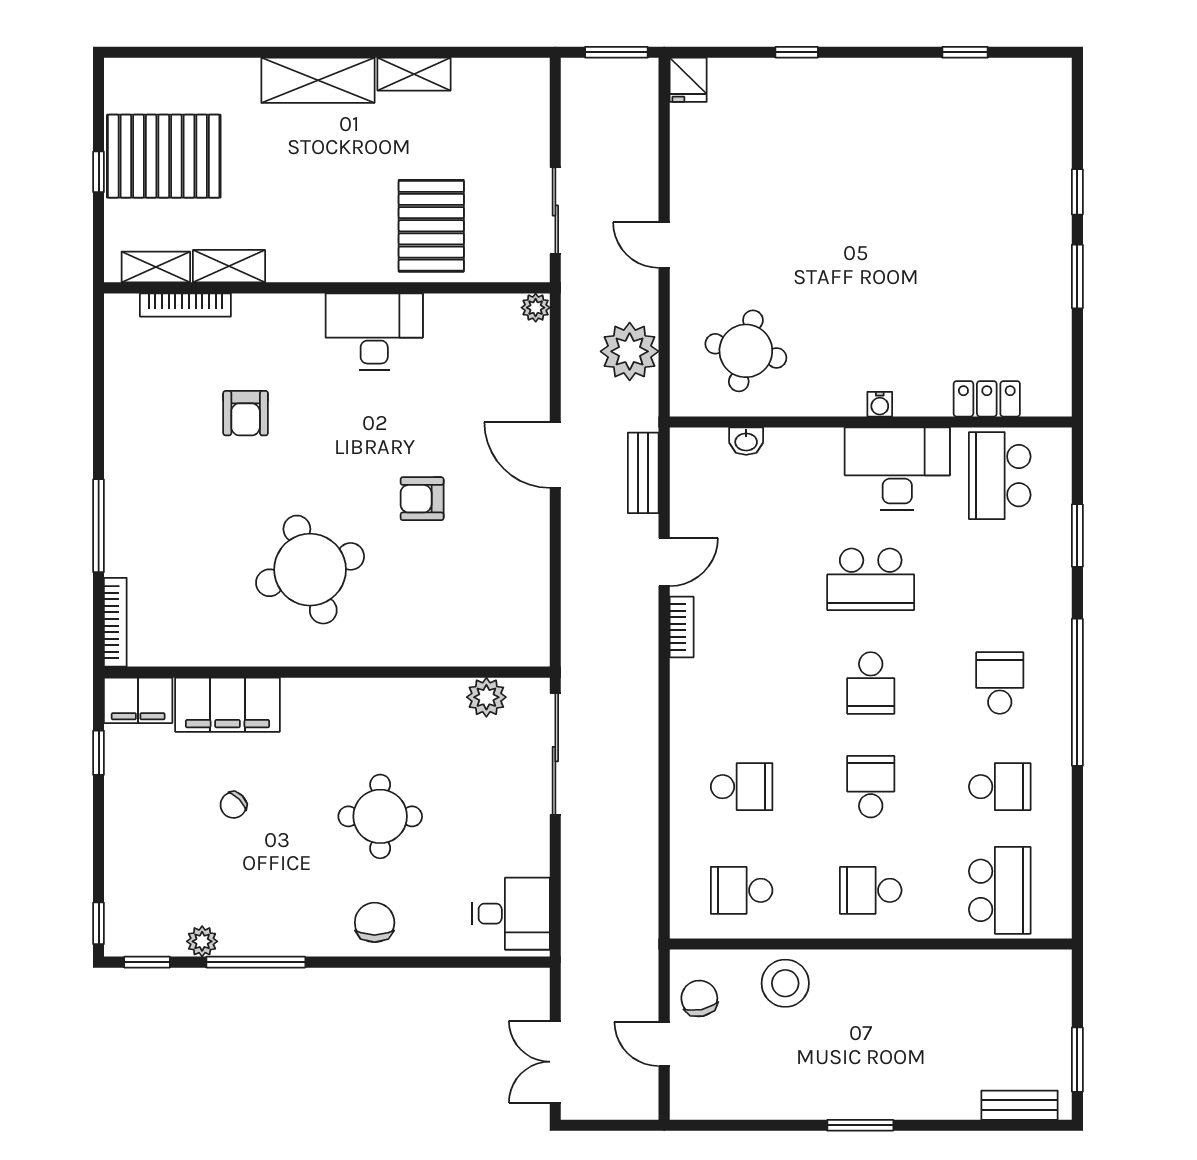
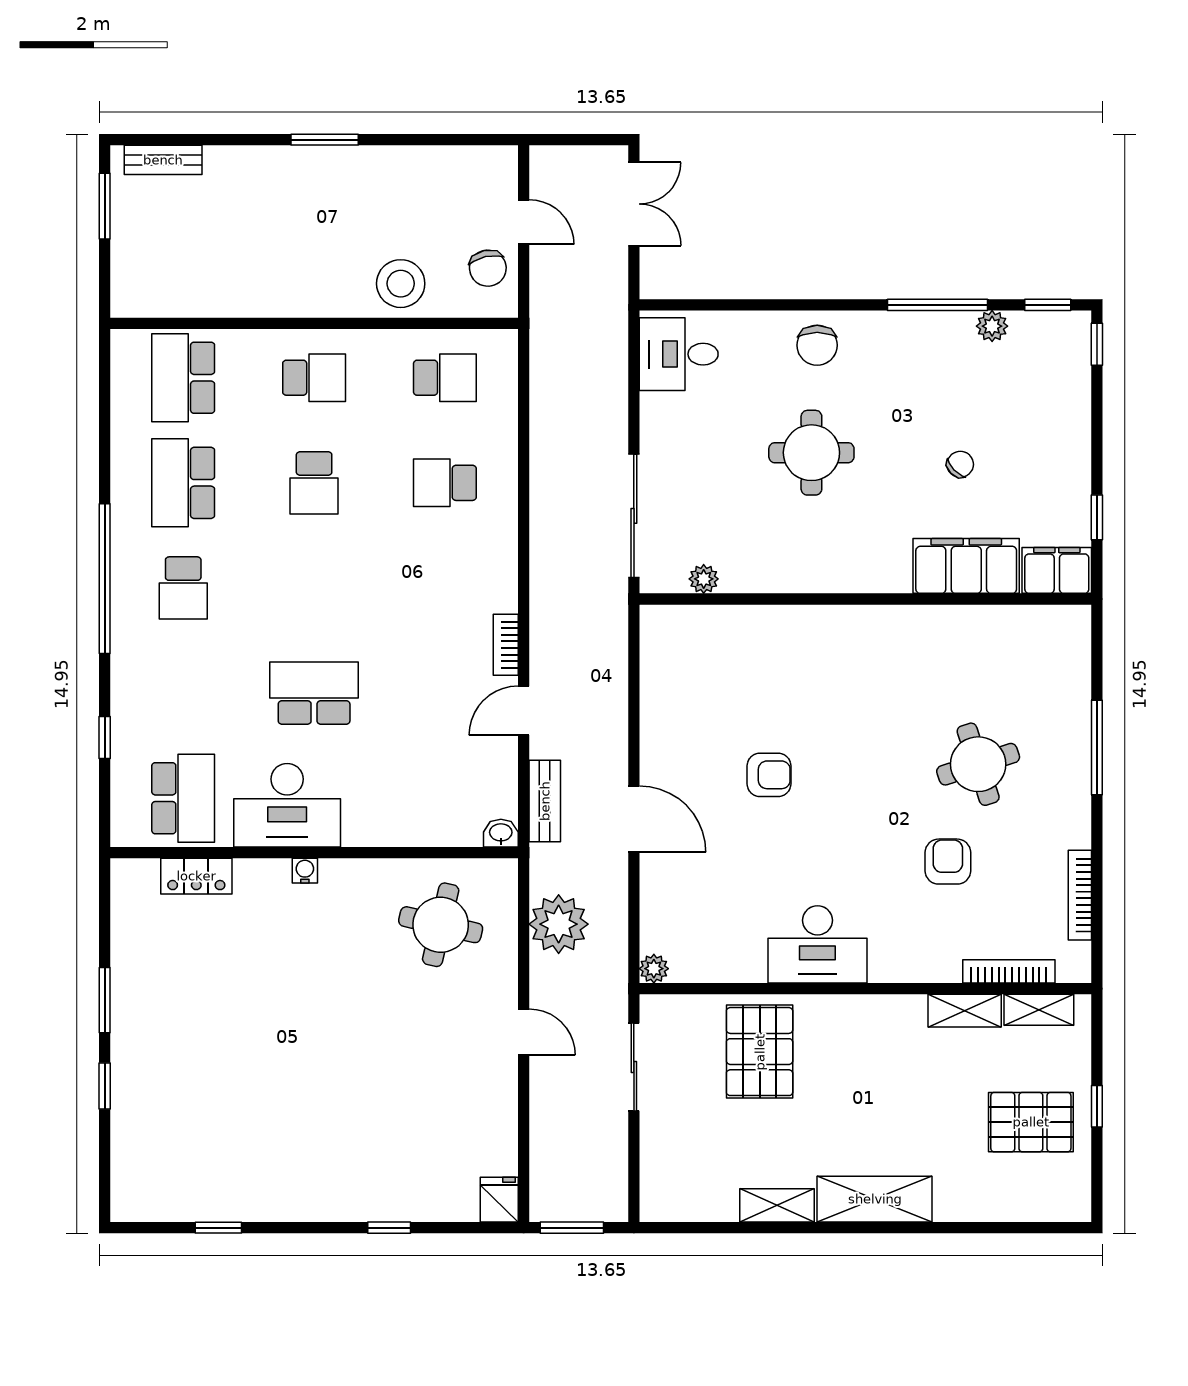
pallet: (164, 156) -> (1031, 1122), width x0.73, depth x0.71
washbasin: (746, 441) -> (501, 833), moved
window: (1077, 536) -> (105, 737), width x0.67
round table: (310, 570) -> (978, 764), moved, width x0.73, depth x0.73
bookcase: (115, 622) -> (1080, 895), moved
school desk: (871, 683) -> (314, 588), removed
plant: (486, 697) -> (704, 579), width x0.73, depth x0.73
school desk: (1000, 787) -> (183, 483), width x1.85

